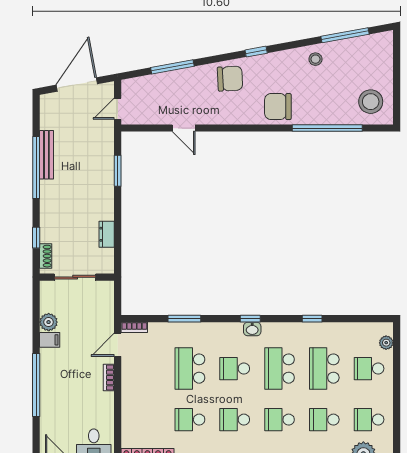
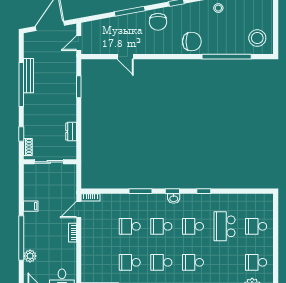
window: (172, 67) -> (130, 11), moved
chair: (230, 79) -> (158, 22), turned 93
chair: (278, 107) -> (192, 42), turned 180
window: (184, 319) -> (140, 191), moved
window: (312, 319) -> (204, 191), moved
plant: (49, 322) -> (30, 256), moved
plant: (386, 343) -> (268, 208), removed
school desk: (190, 369) -> (130, 226), width x0.54
school desk: (279, 369) -> (193, 226), width x0.54
school desk: (324, 420) -> (225, 262), removed

